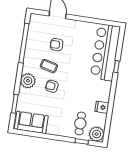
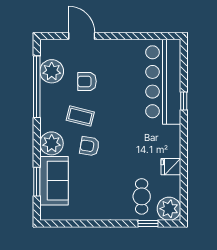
plant: (35, 35) -> (52, 71), added
sofa: (31, 122) -> (54, 181), moved, turned 90

